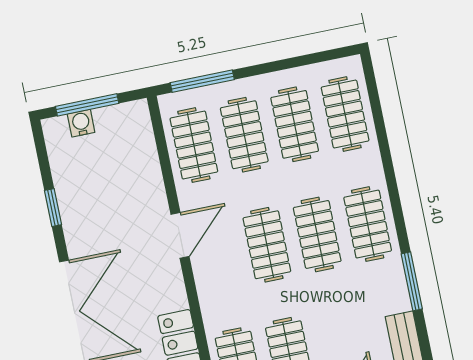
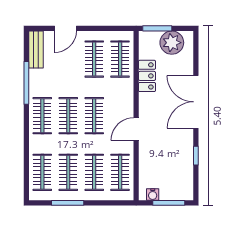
window: (202, 81) -> (68, 203), moved
water cooler: (81, 123) -> (153, 195), moved
window: (412, 281) -> (26, 83), width x1.44

